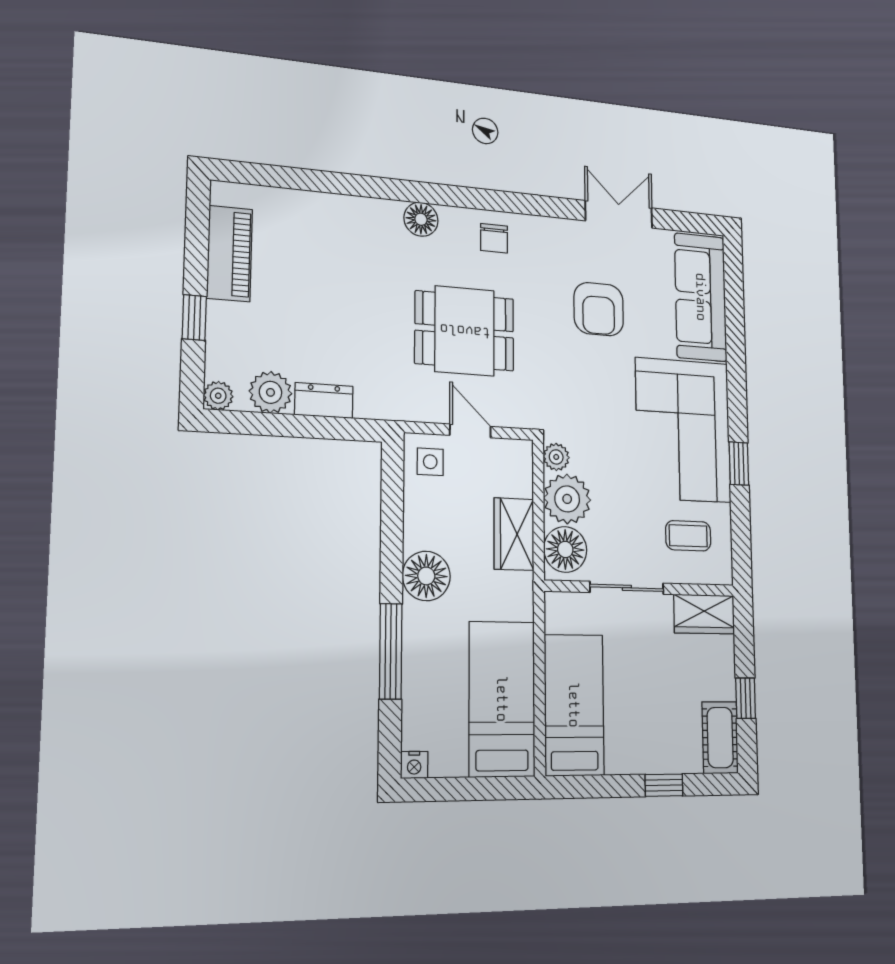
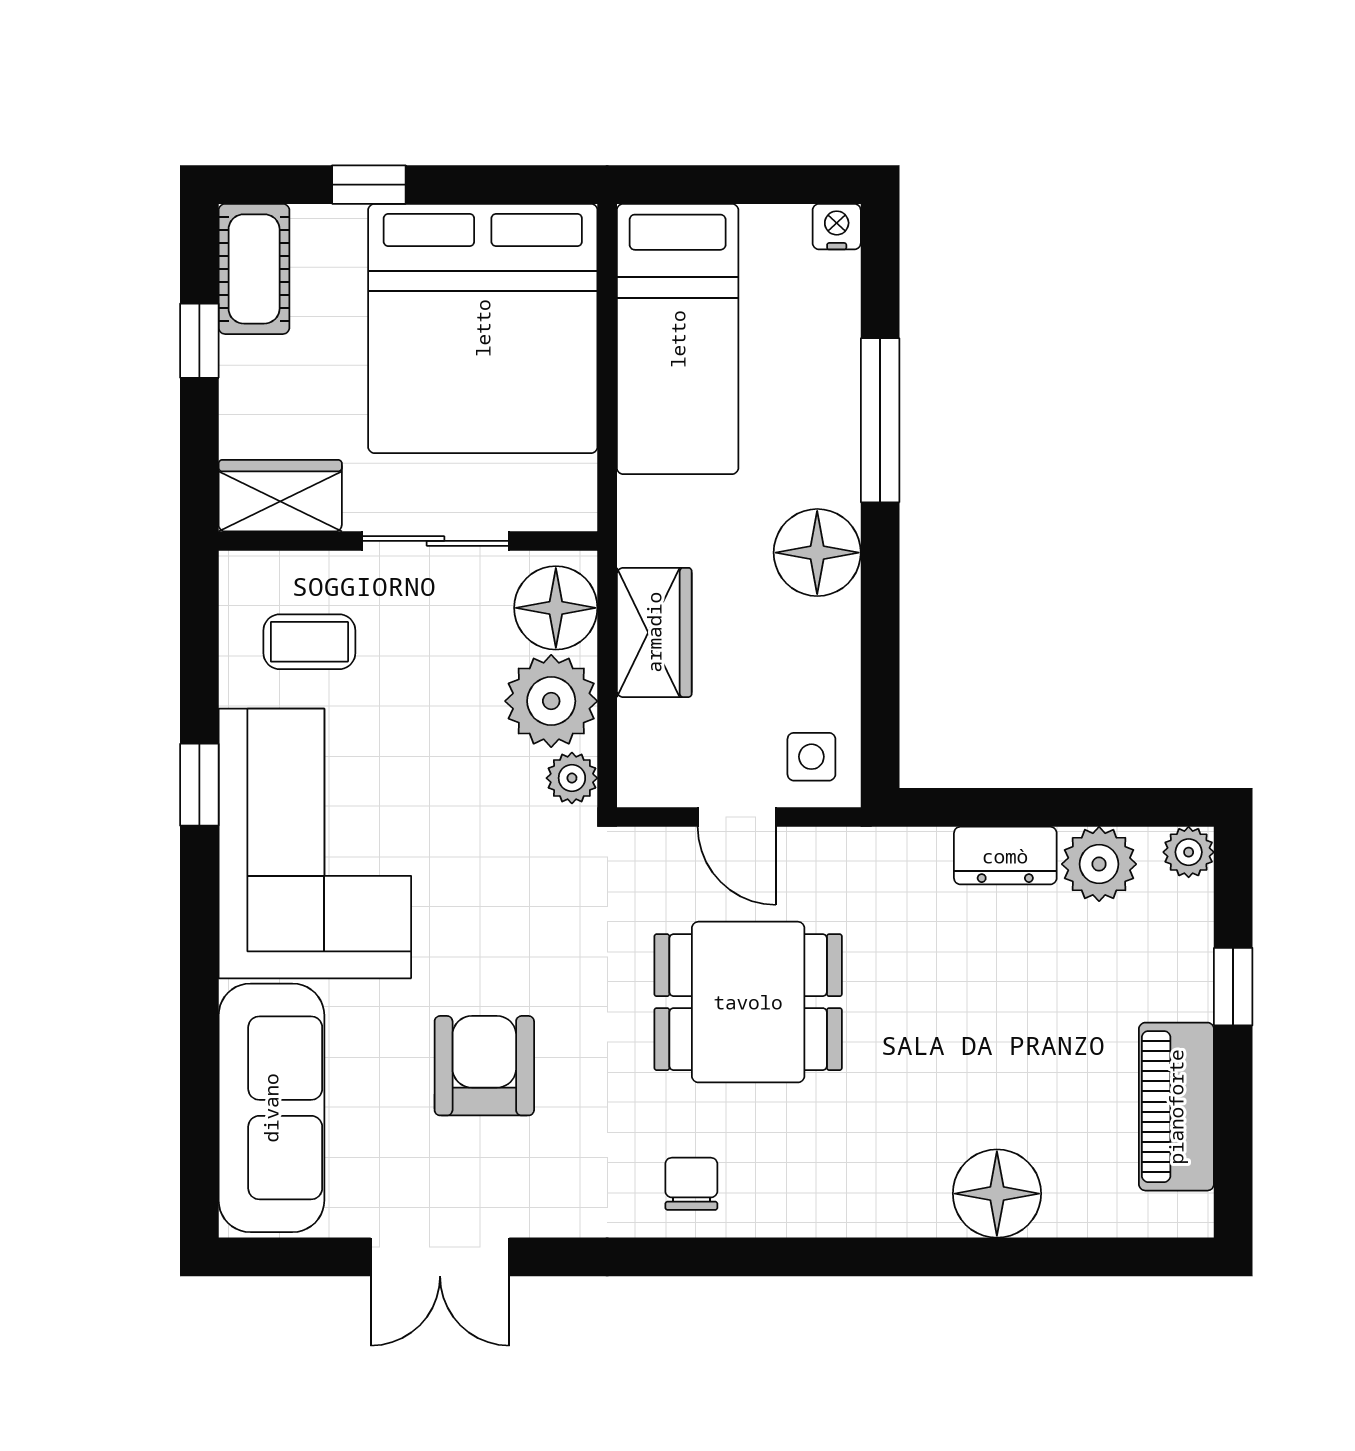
floor lamp: (421, 219) -> (997, 1194), moved, width x1.38, depth x1.38
bed: (574, 705) -> (483, 328), width x2.04

